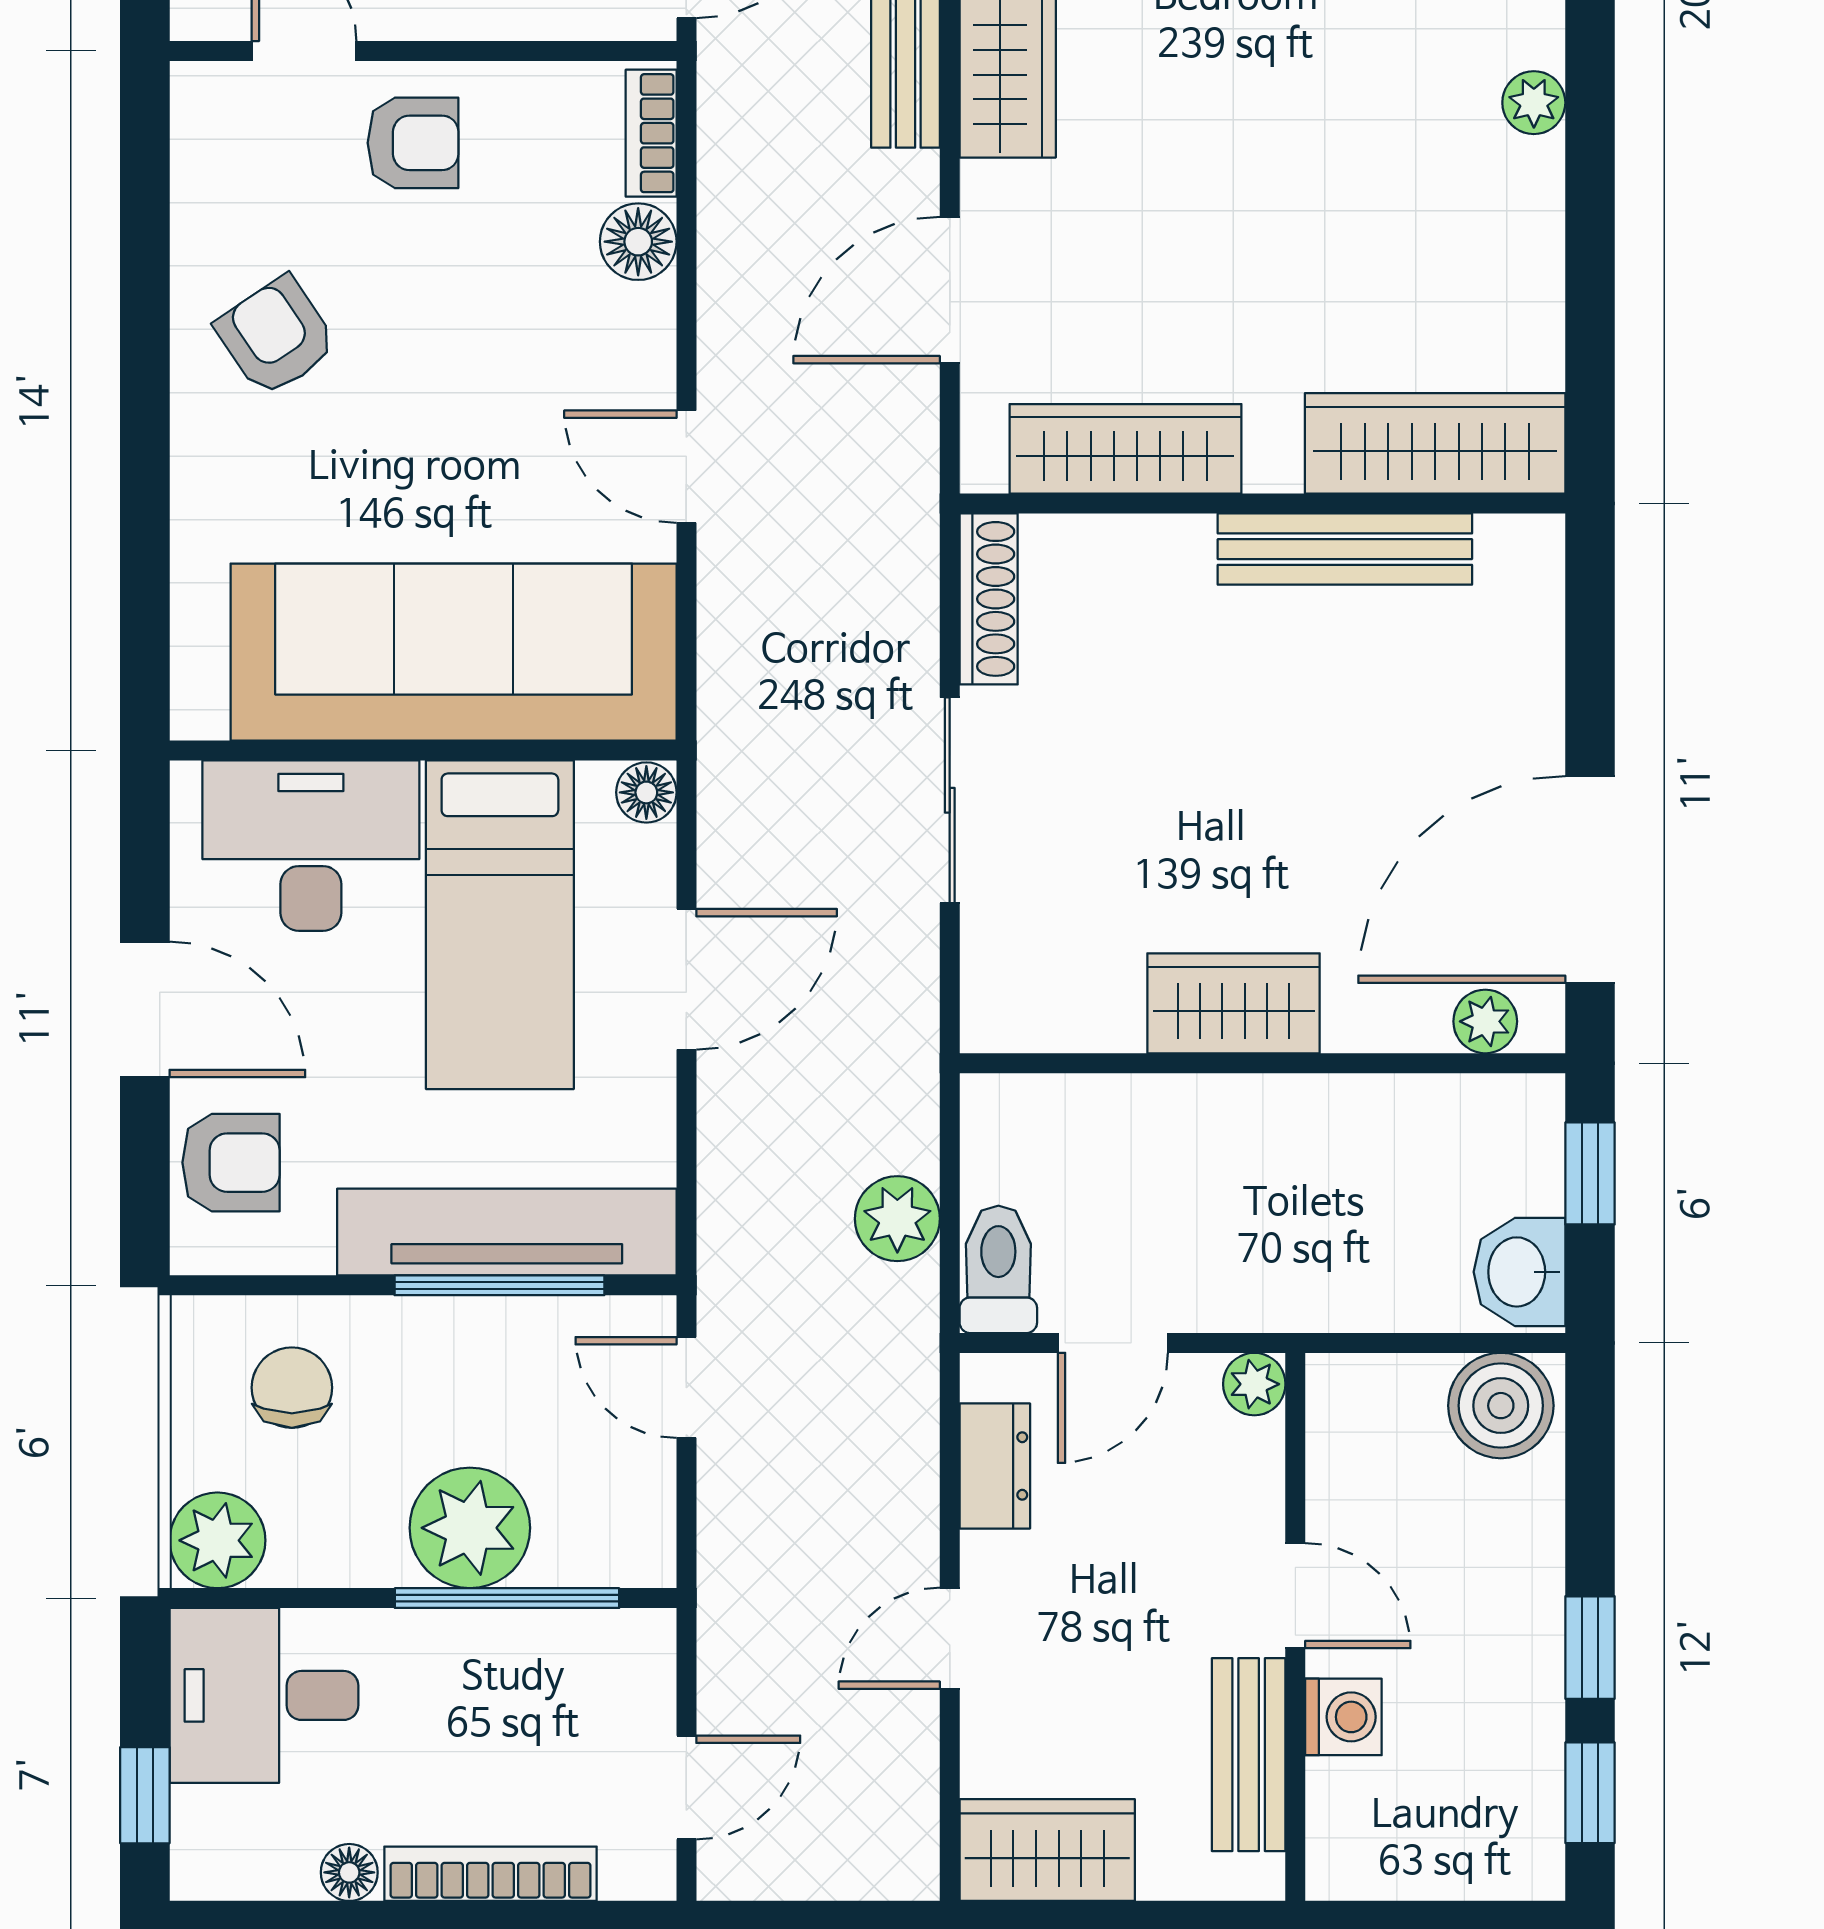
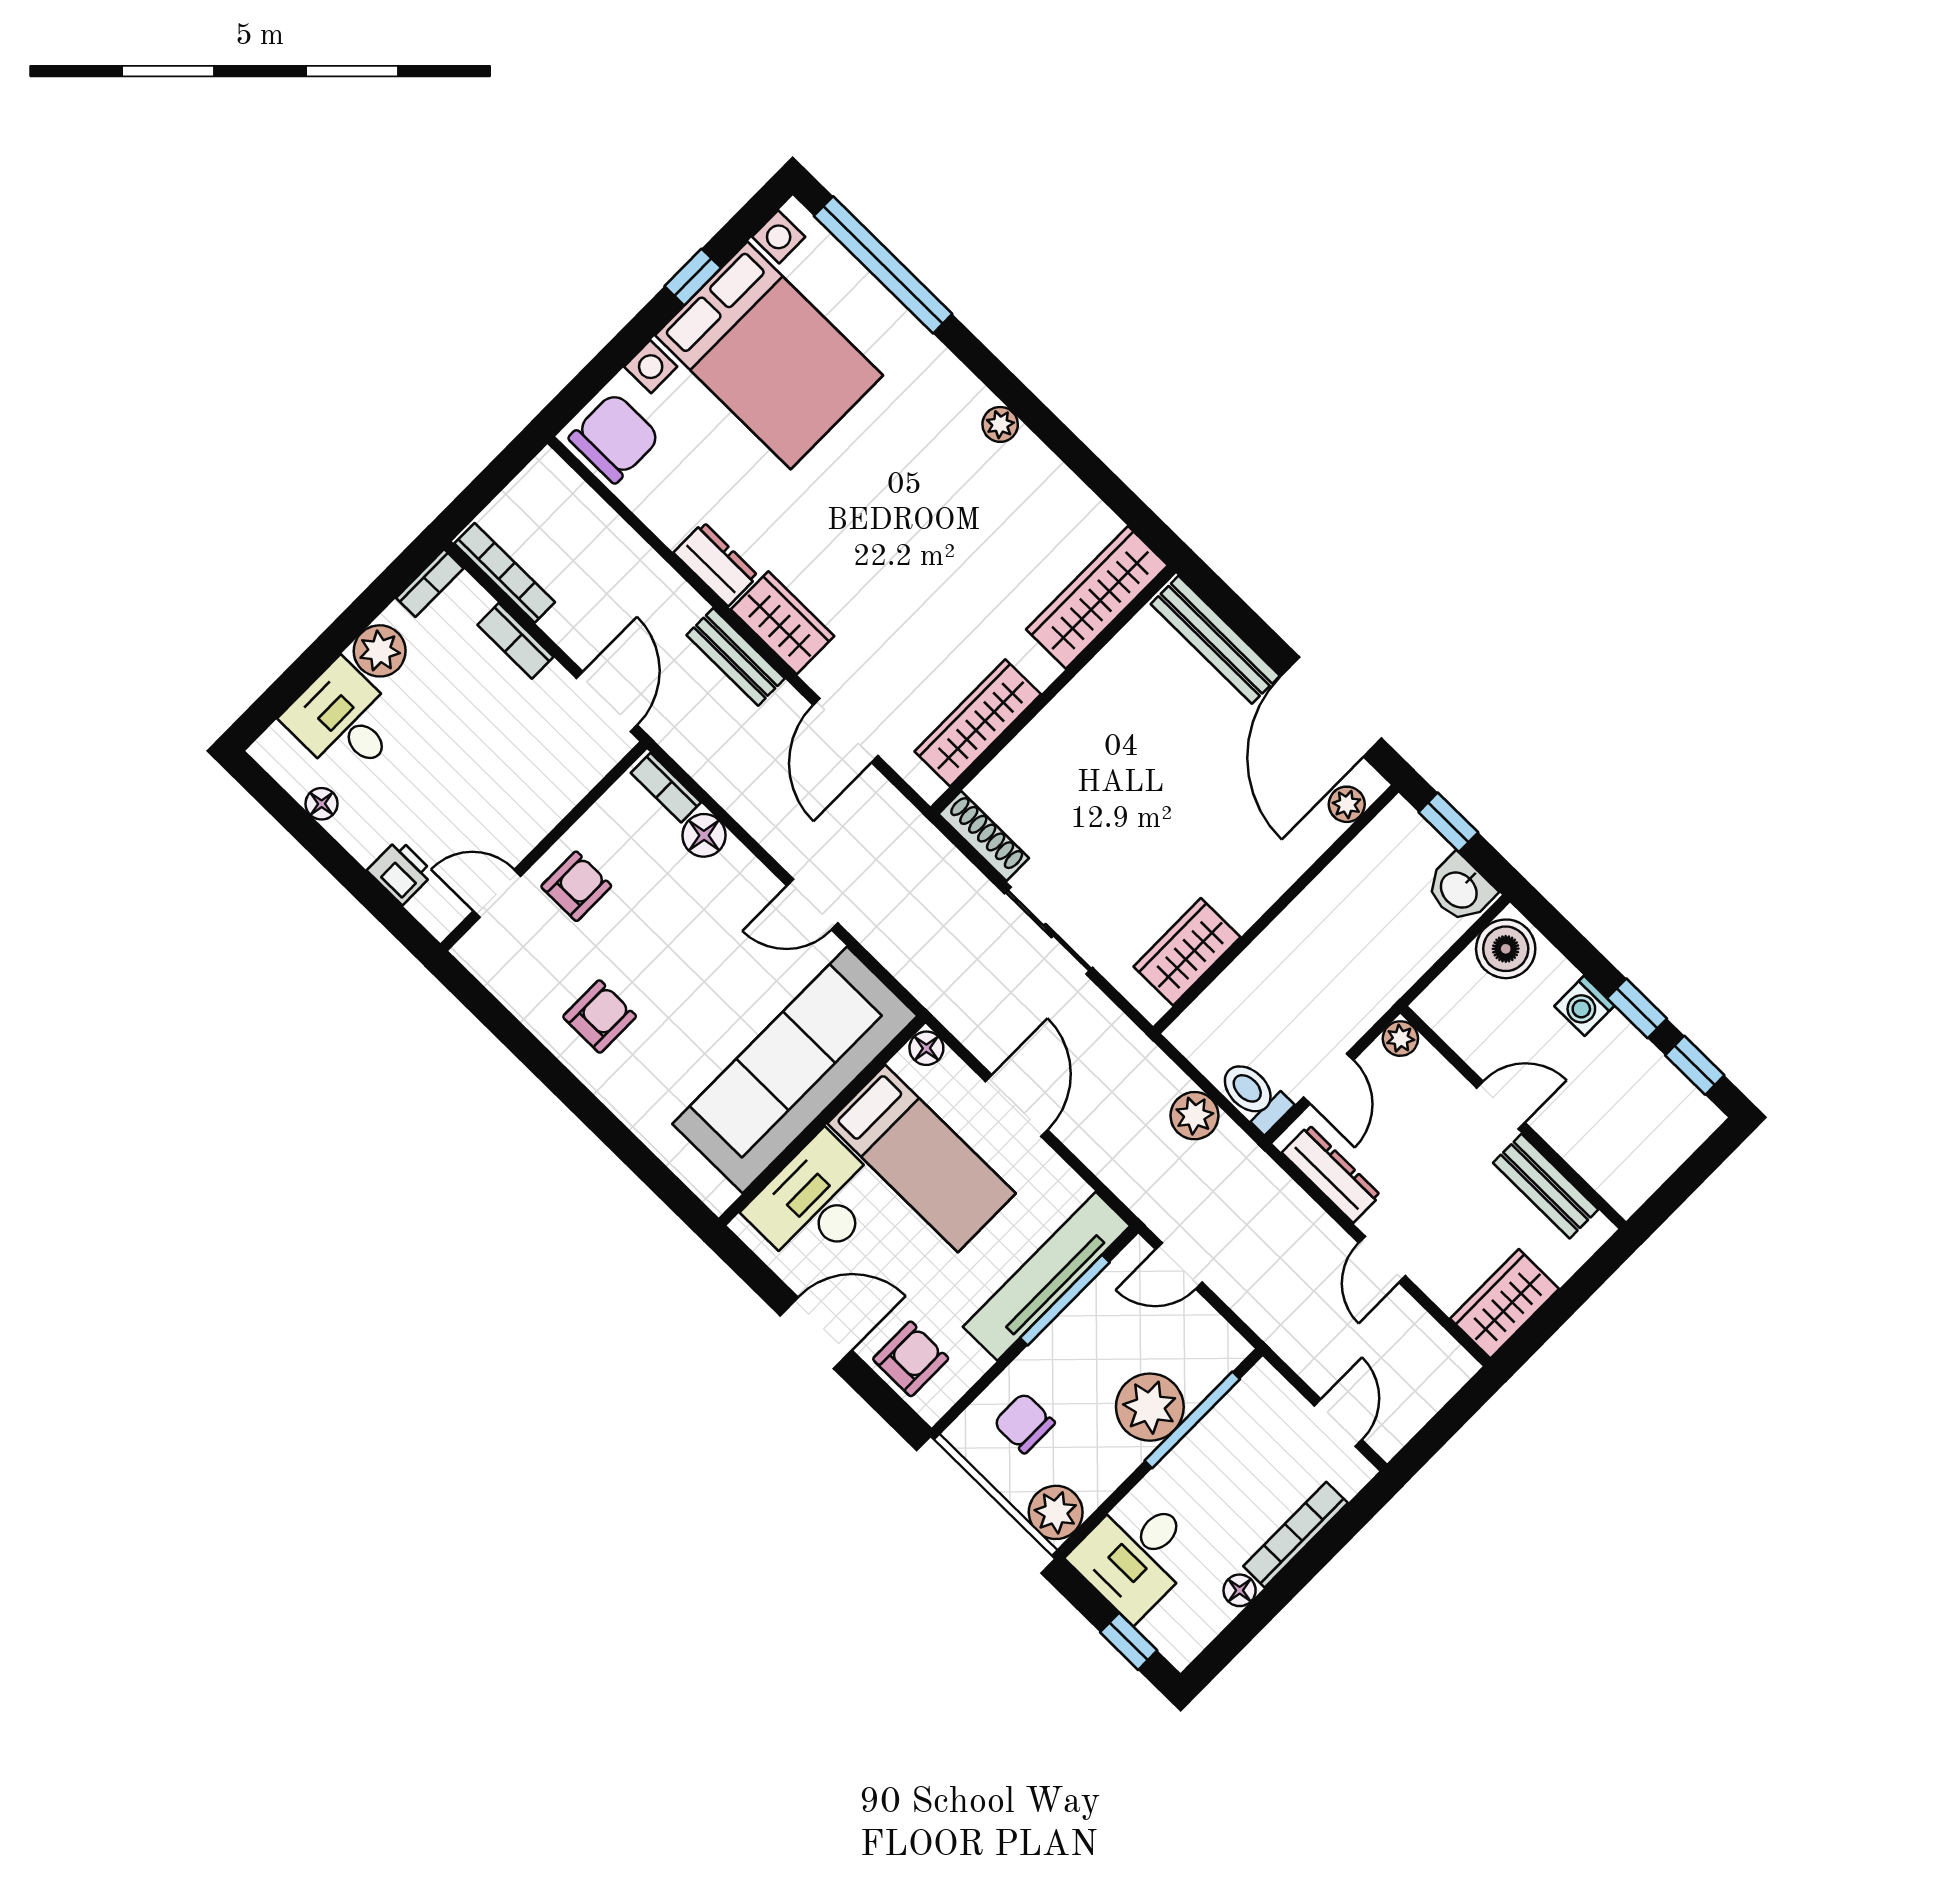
armchair: (276, 336) -> (600, 1017), turned 124
bench: (1345, 549) -> (1215, 640), moved, turned 90
wardrobe: (1234, 1003) -> (1187, 952), moved
dresser: (995, 1466) -> (1331, 1174), width x1.44
washing machine: (1343, 1717) -> (1584, 1006), moved, turned 180

